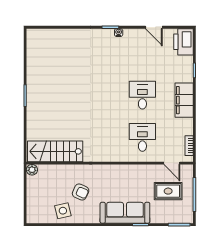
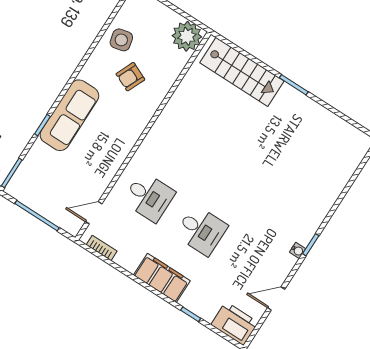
stairs: (55, 151) -> (242, 72), moved, turned 90
plant: (32, 170) -> (187, 36), width x1.88, depth x1.88
rug: (168, 191) -> (62, 186), removed

